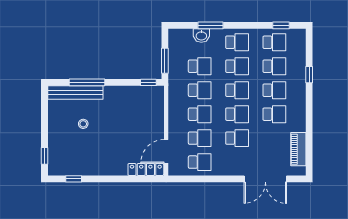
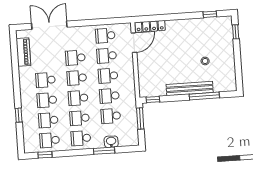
bench: (75, 92) -> (190, 88), moved

